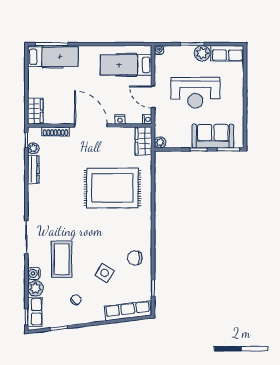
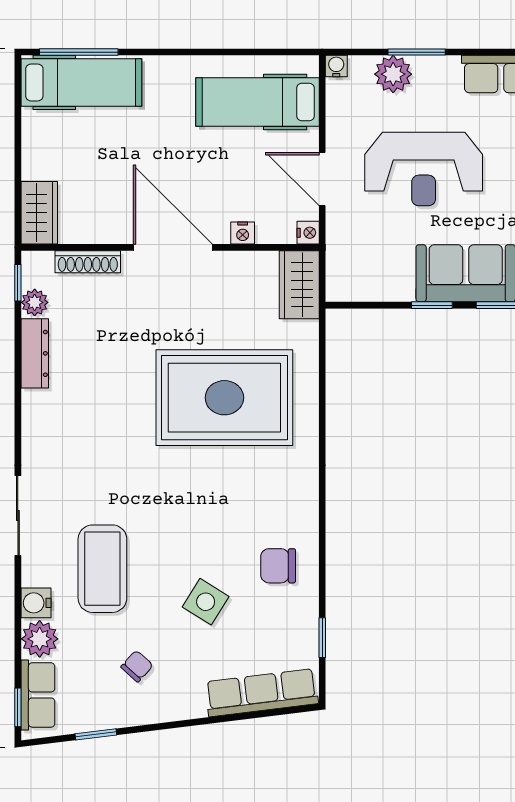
plant: (202, 53) -> (393, 74), moved
plant: (160, 142) -> (339, 288), removed

